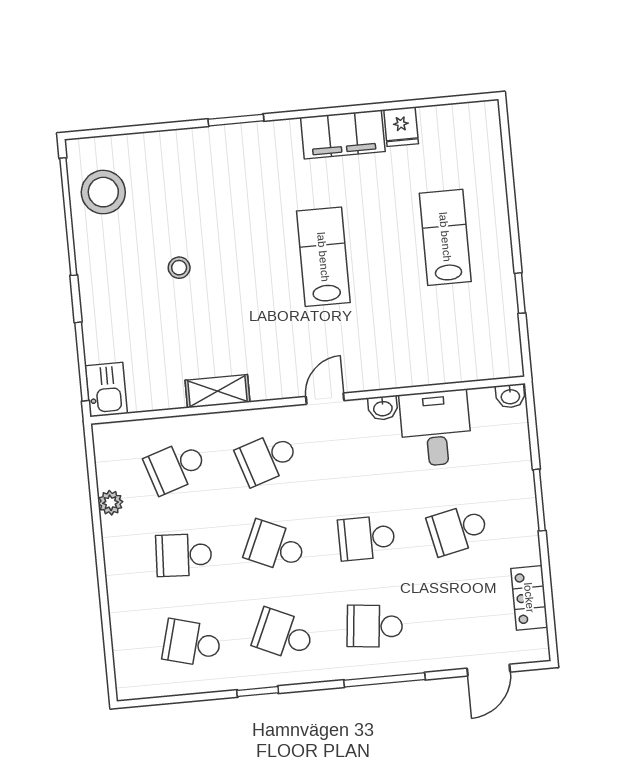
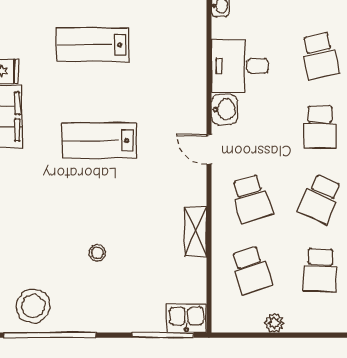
washbasin: (383, 408) -> (224, 110), width x1.38, depth x1.45

